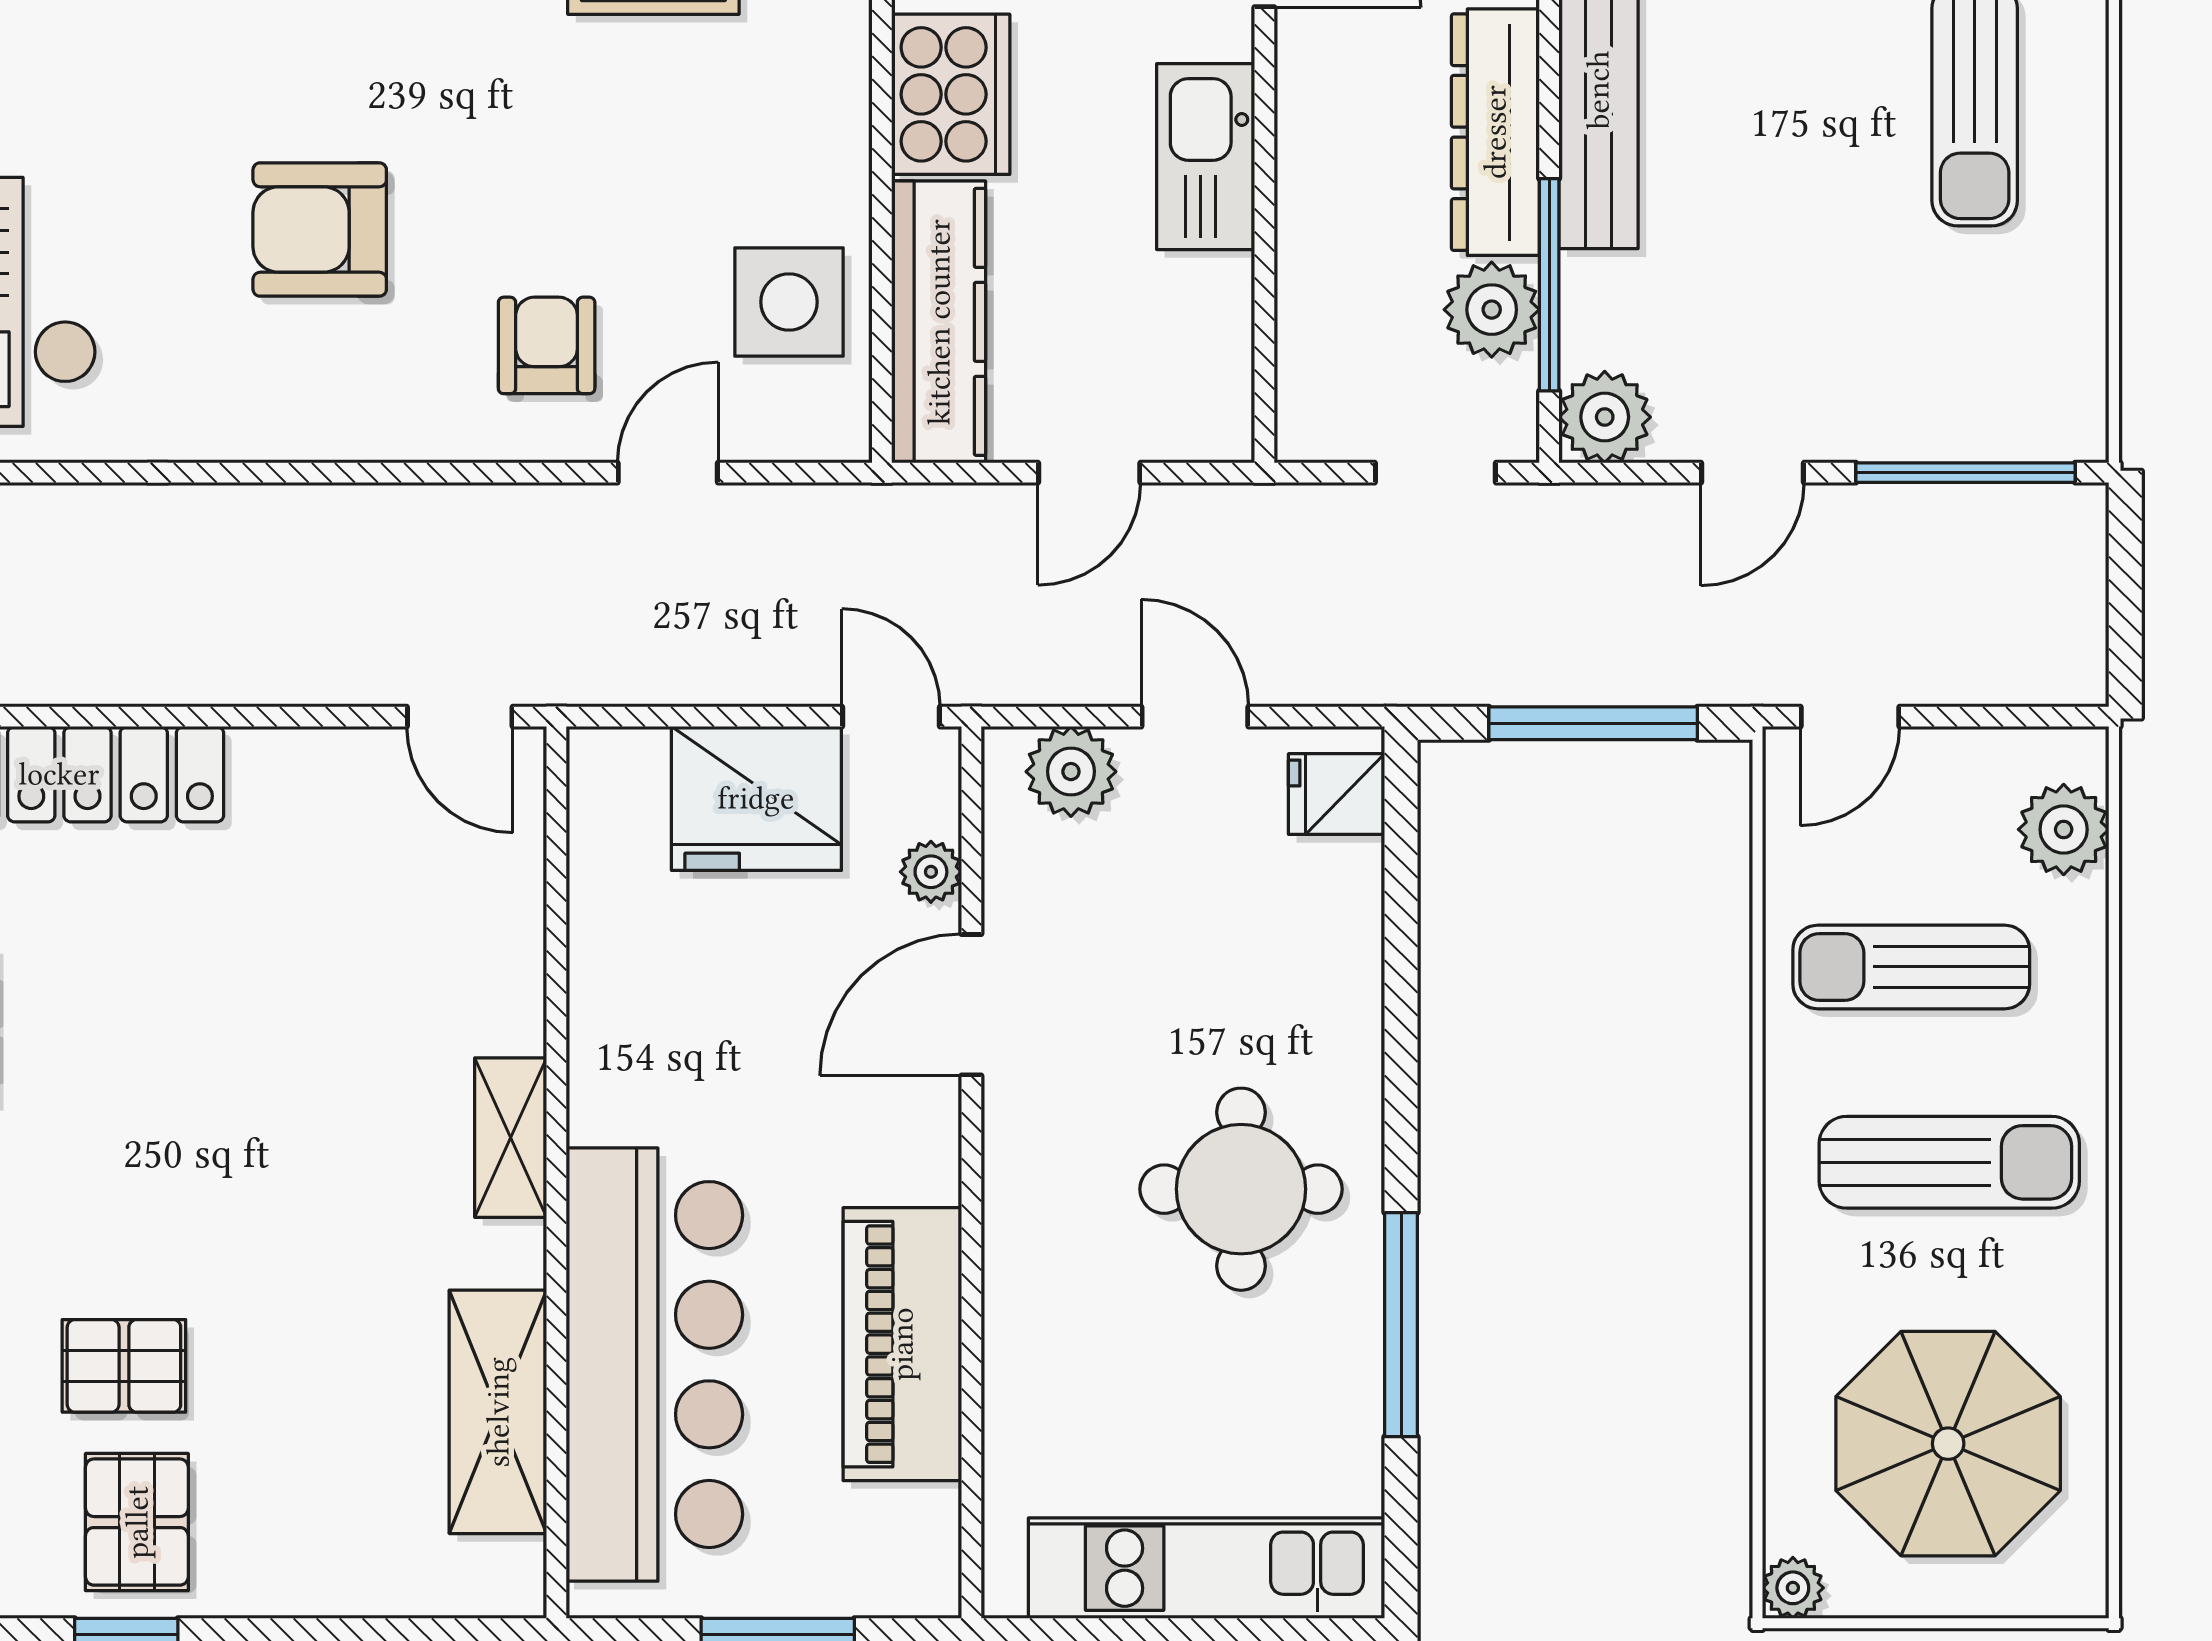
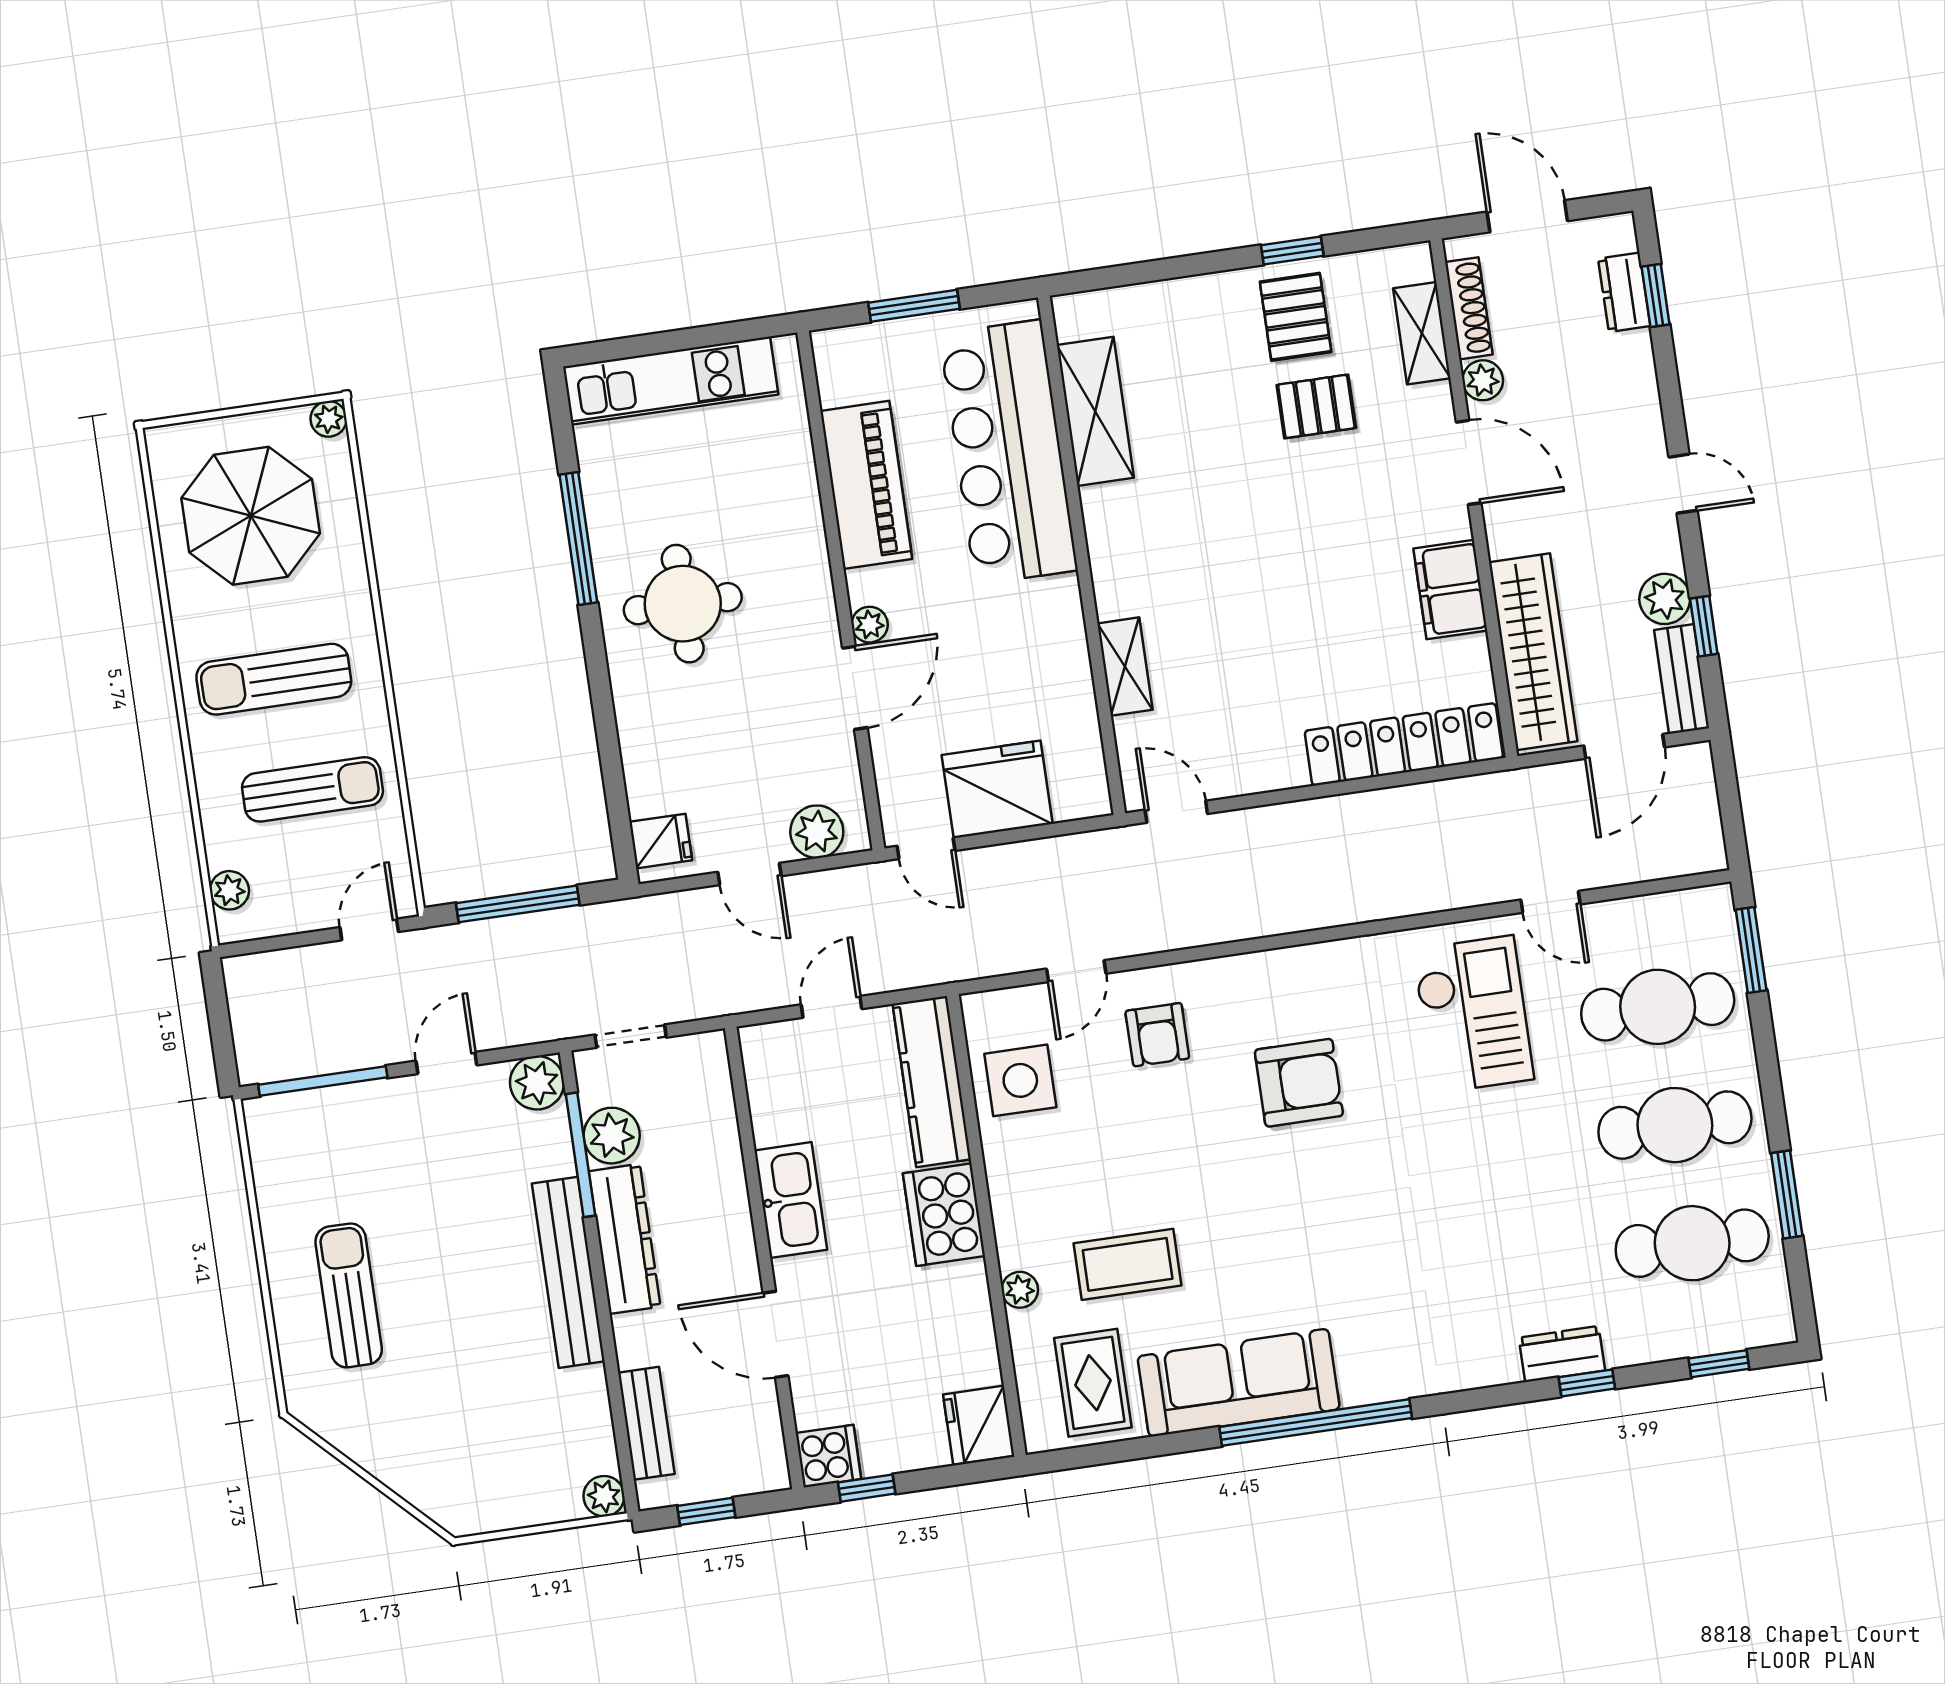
plant: (2064, 829) -> (229, 890), width x0.73, depth x0.73
plant: (931, 872) -> (870, 625), moved
shelving: (511, 1138) -> (1125, 667), moved

